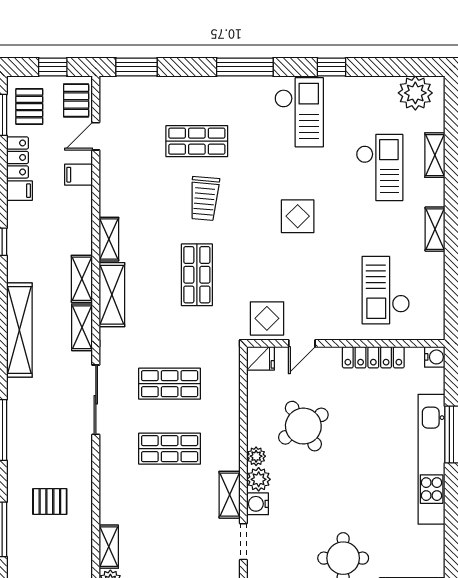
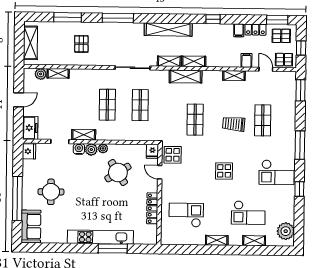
shelving: (109, 239) -> (234, 76), moved
shop shelf: (197, 275) -> (195, 120), turned 90
water cooler: (435, 357) -> (152, 239), removed

